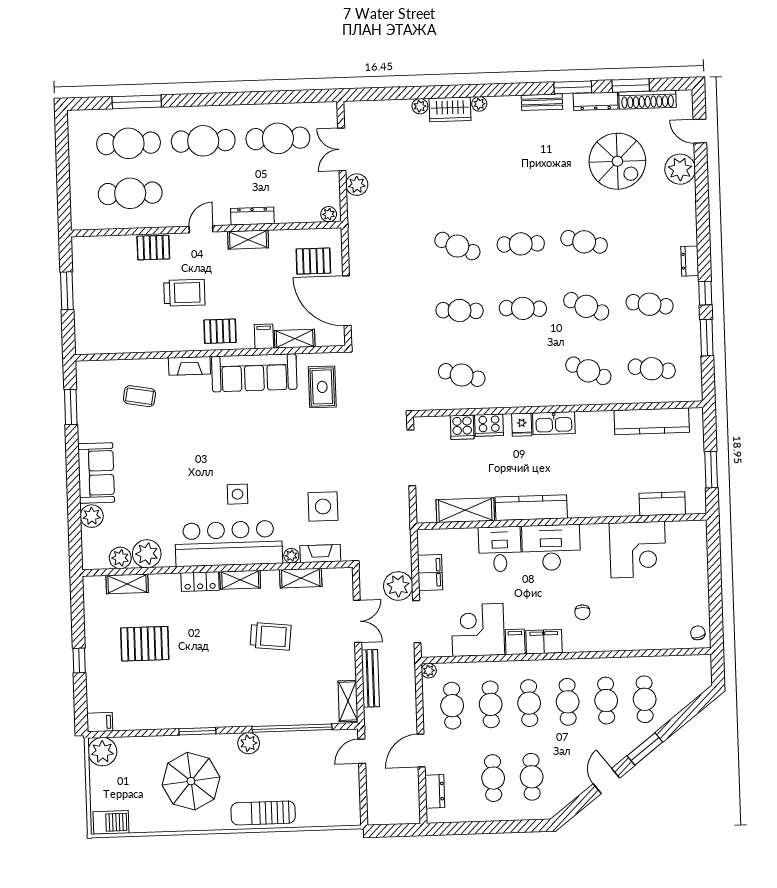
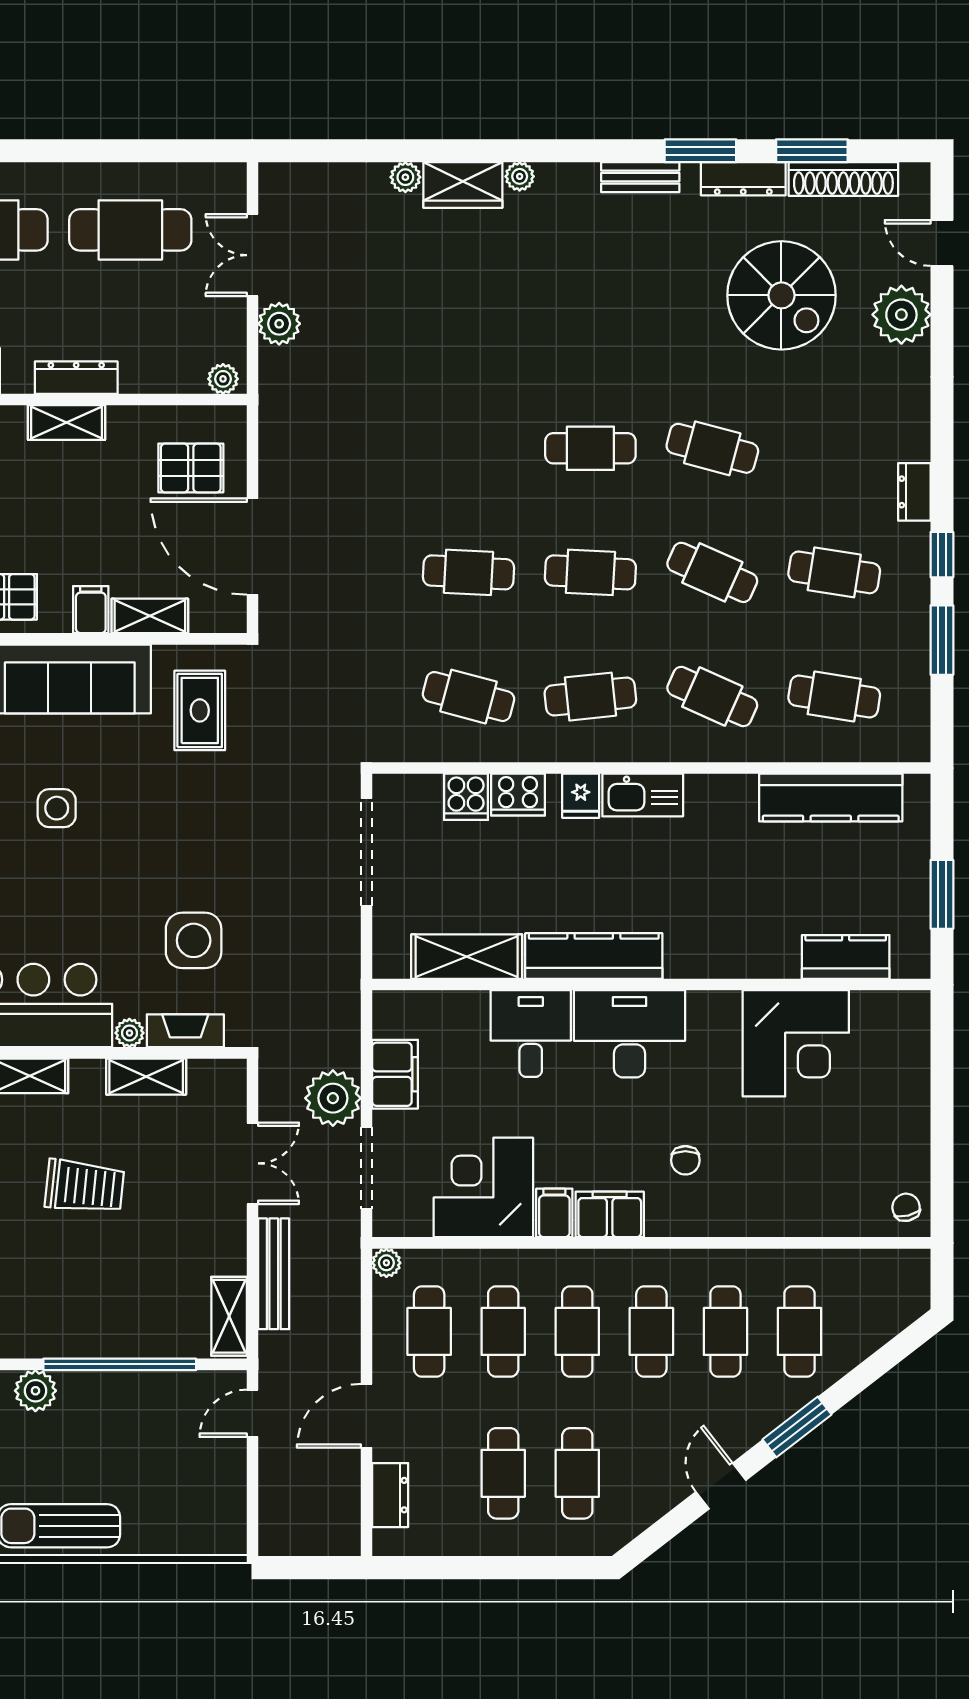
cafe table: (457, 246) -> (590, 697), moved, turned -30
side table: (237, 494) -> (57, 808), moved

